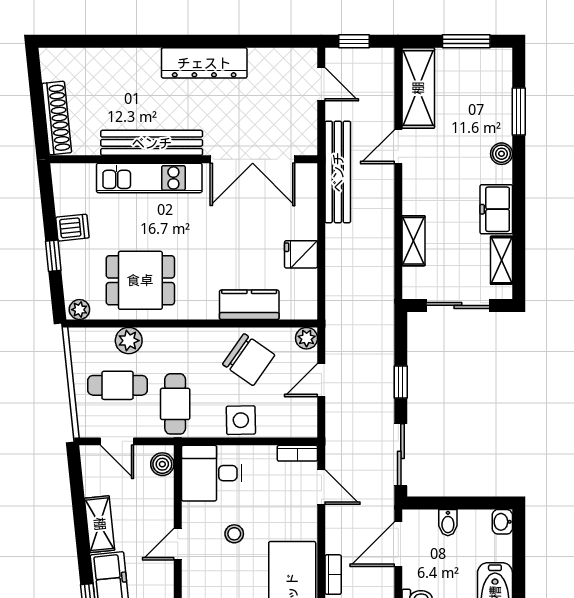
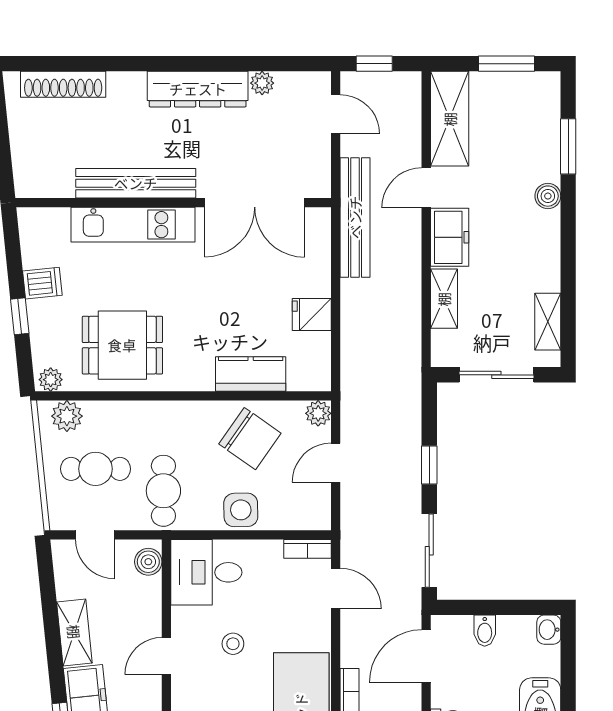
plant: (259, 58) -> (262, 83), added
shoe rack: (57, 118) -> (63, 84), moved, turned 96
freezer: (496, 209) -> (450, 237), moved, turned 180
plant: (129, 341) -> (67, 416), moved

